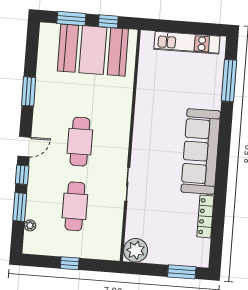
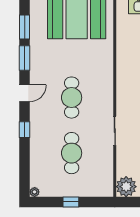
door: (24, 147) -> (25, 93), moved
window: (20, 207) -> (25, 27), moved
plant: (30, 225) -> (35, 192), moved

